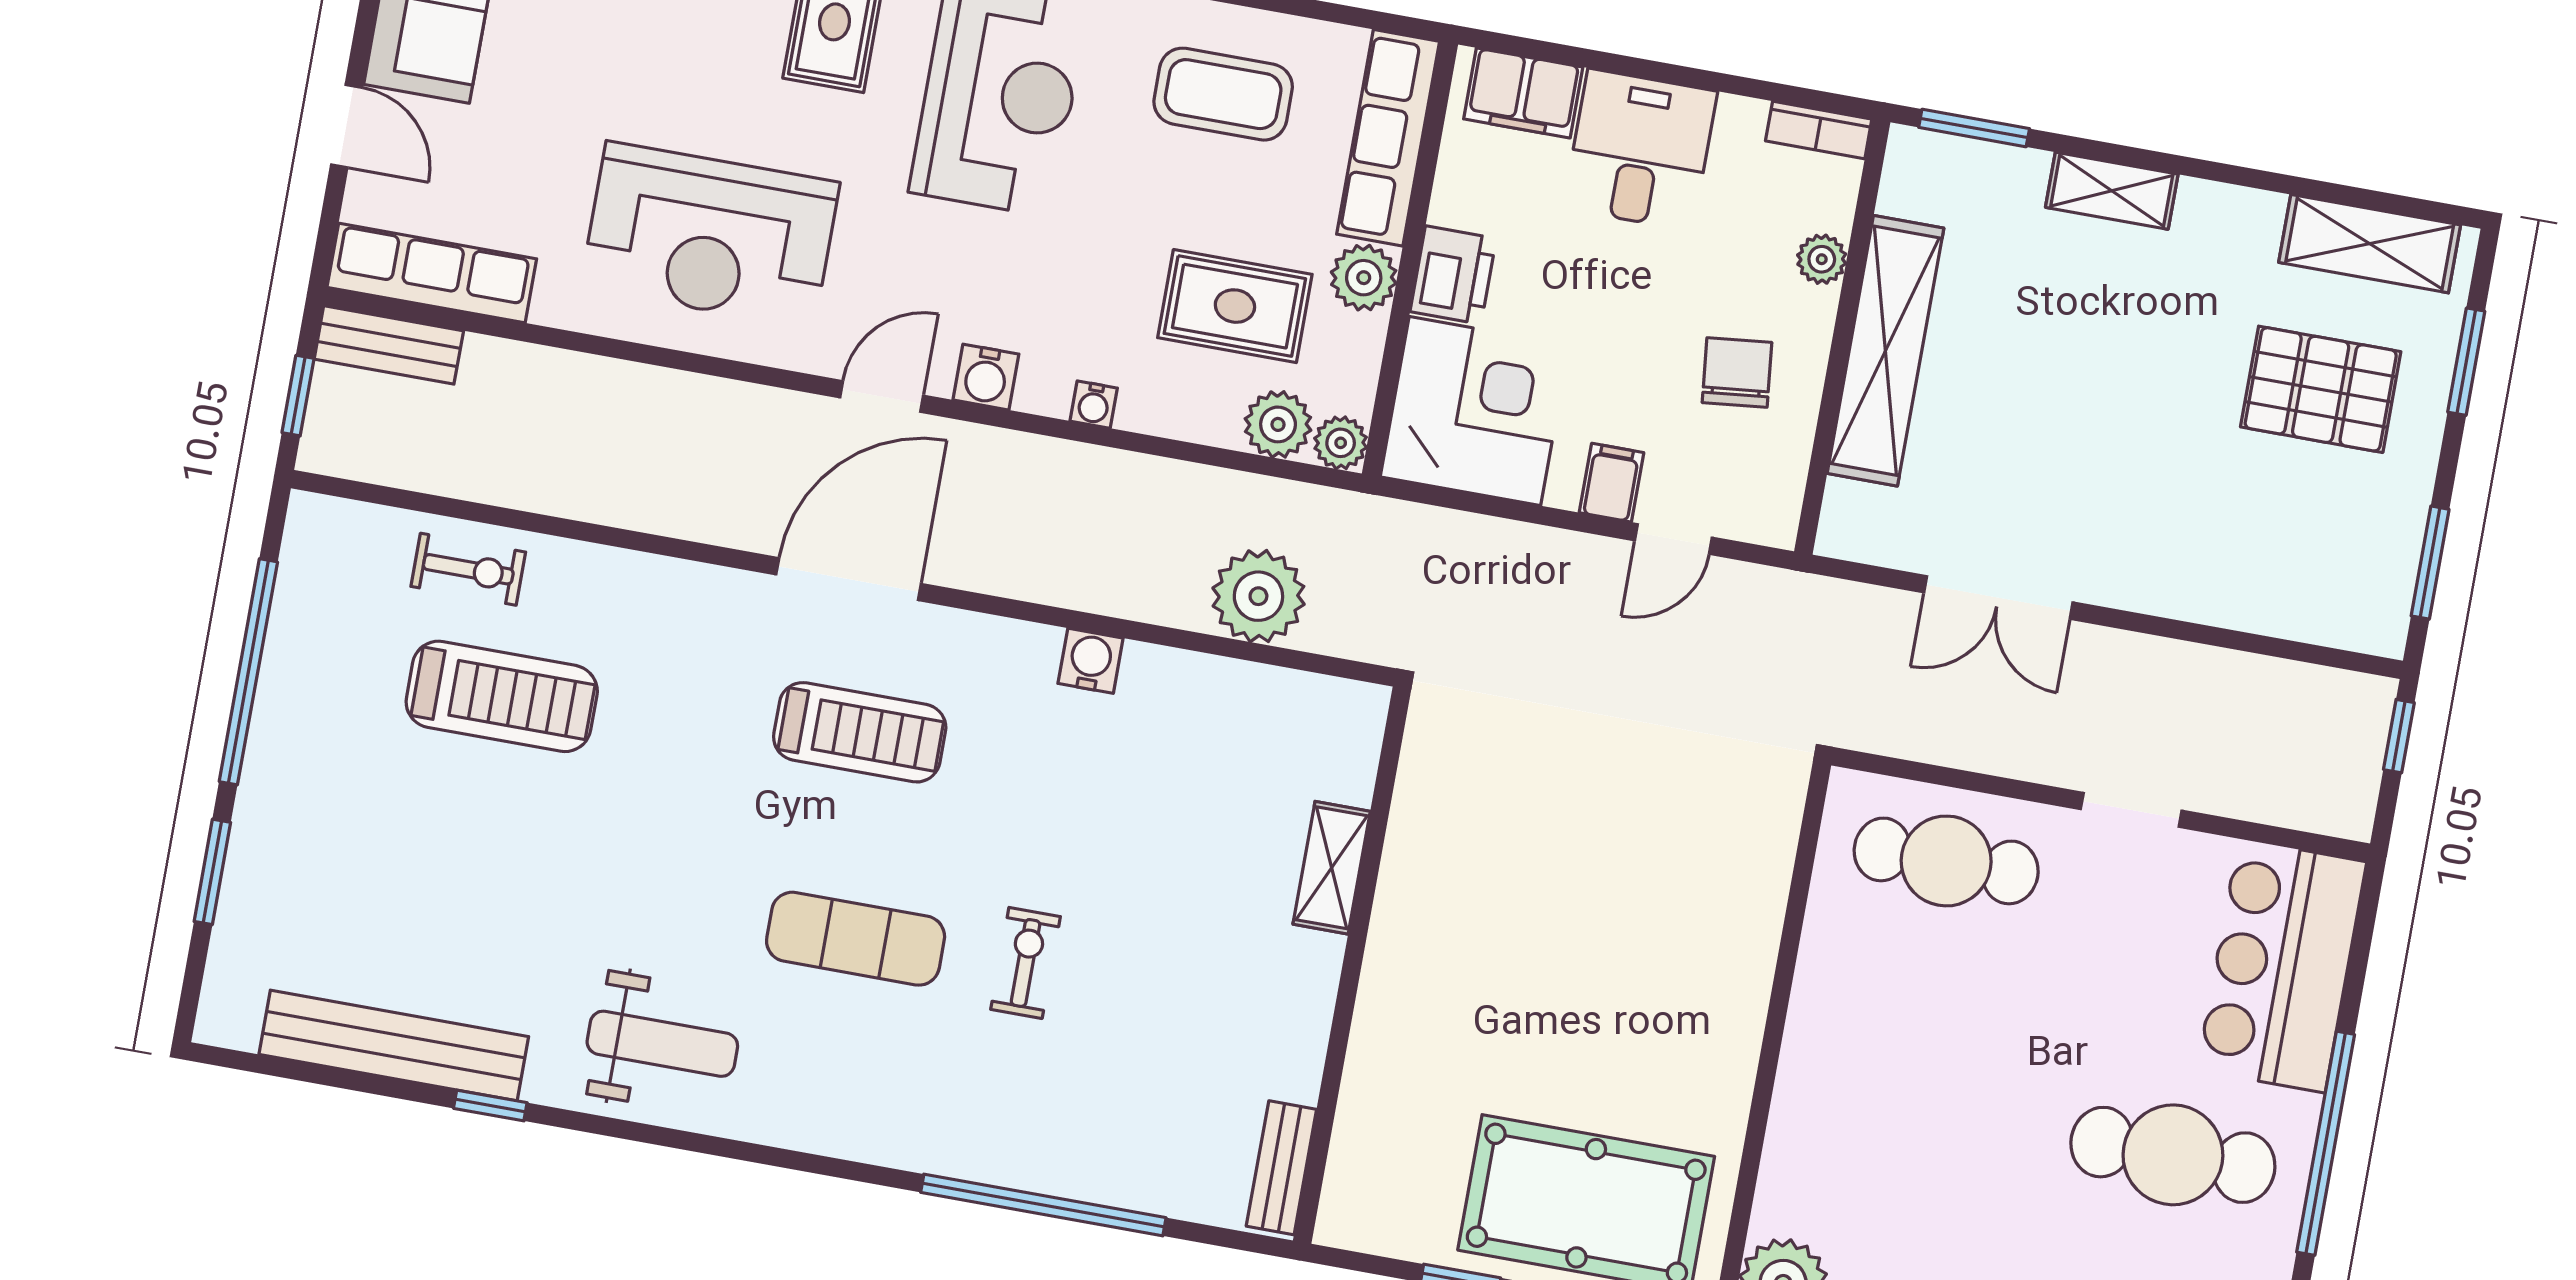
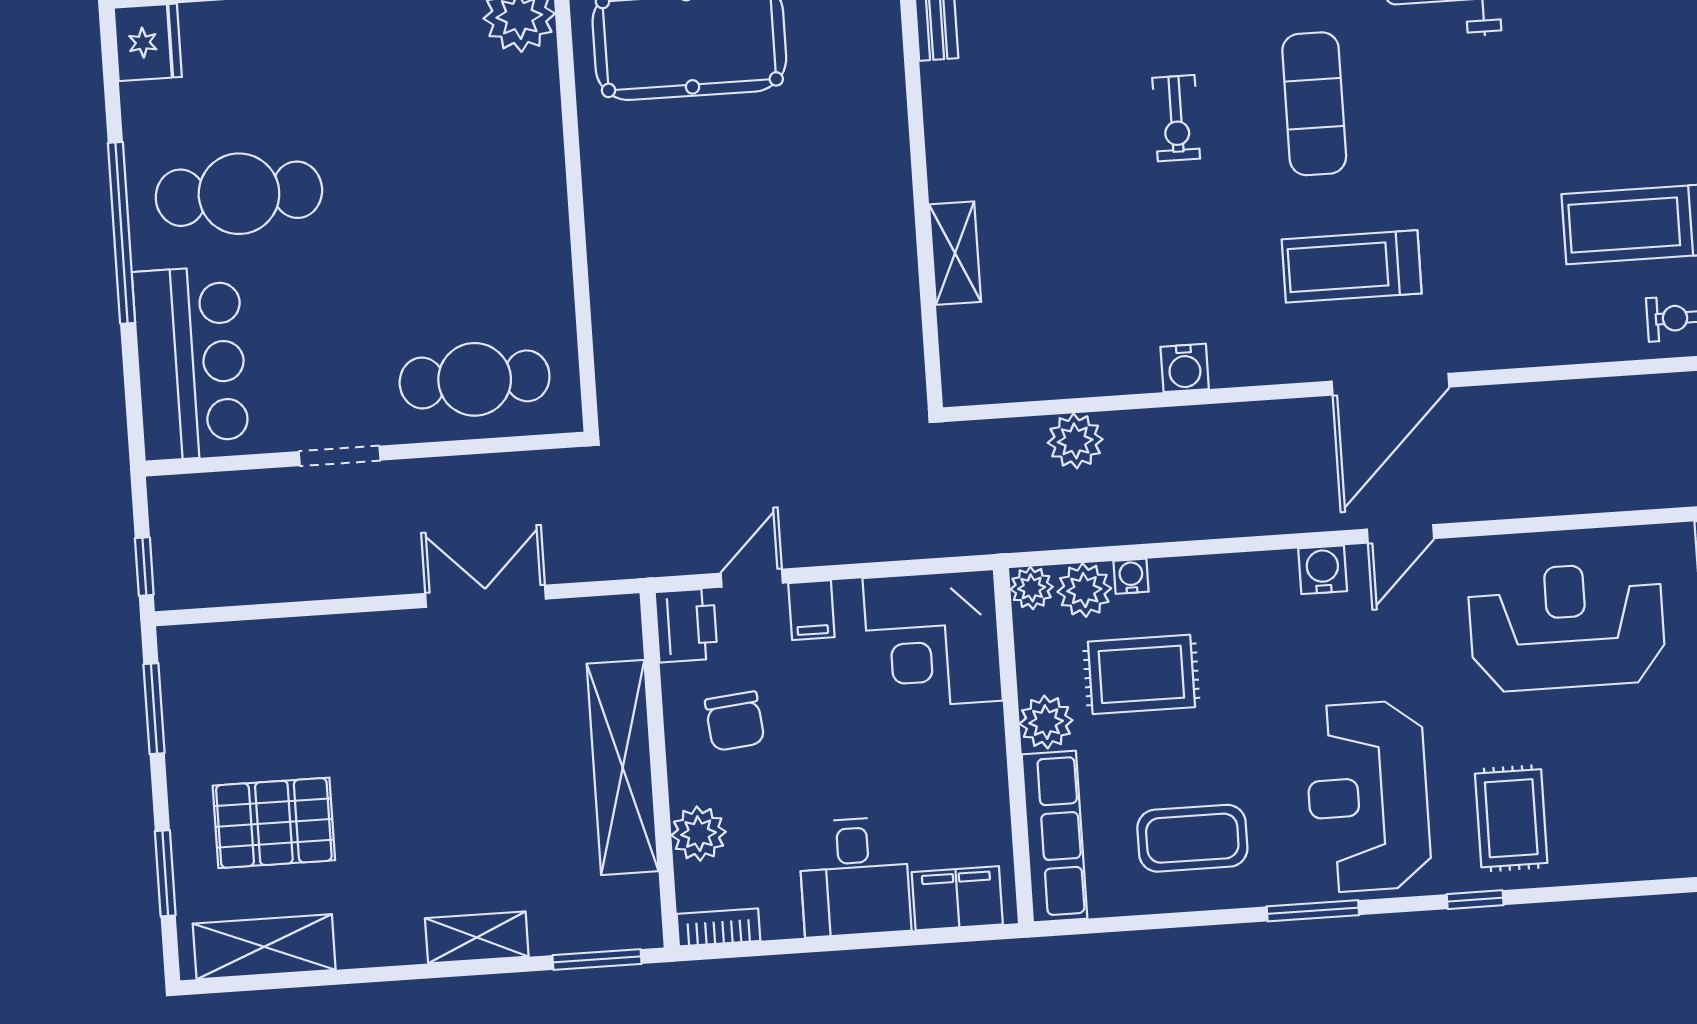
plant: (1822, 259) -> (699, 834), width x1.38, depth x1.38
printer: (1453, 275) -> (686, 625), moved, turned 180
water cooler: (1094, 405) -> (1131, 576), moved
plant: (1258, 596) -> (1075, 441), width x0.73, depth x0.73
exercise mat: (856, 939) -> (1314, 104), turned 90

